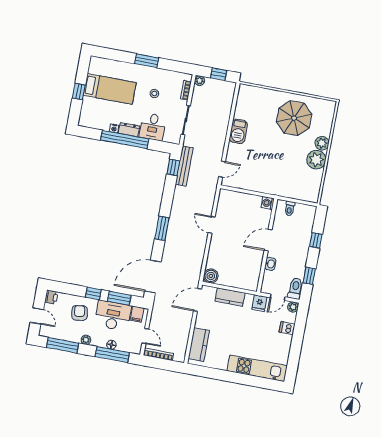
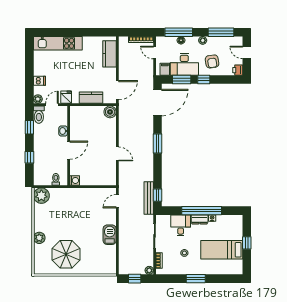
plant: (316, 160) -> (41, 196), moved

